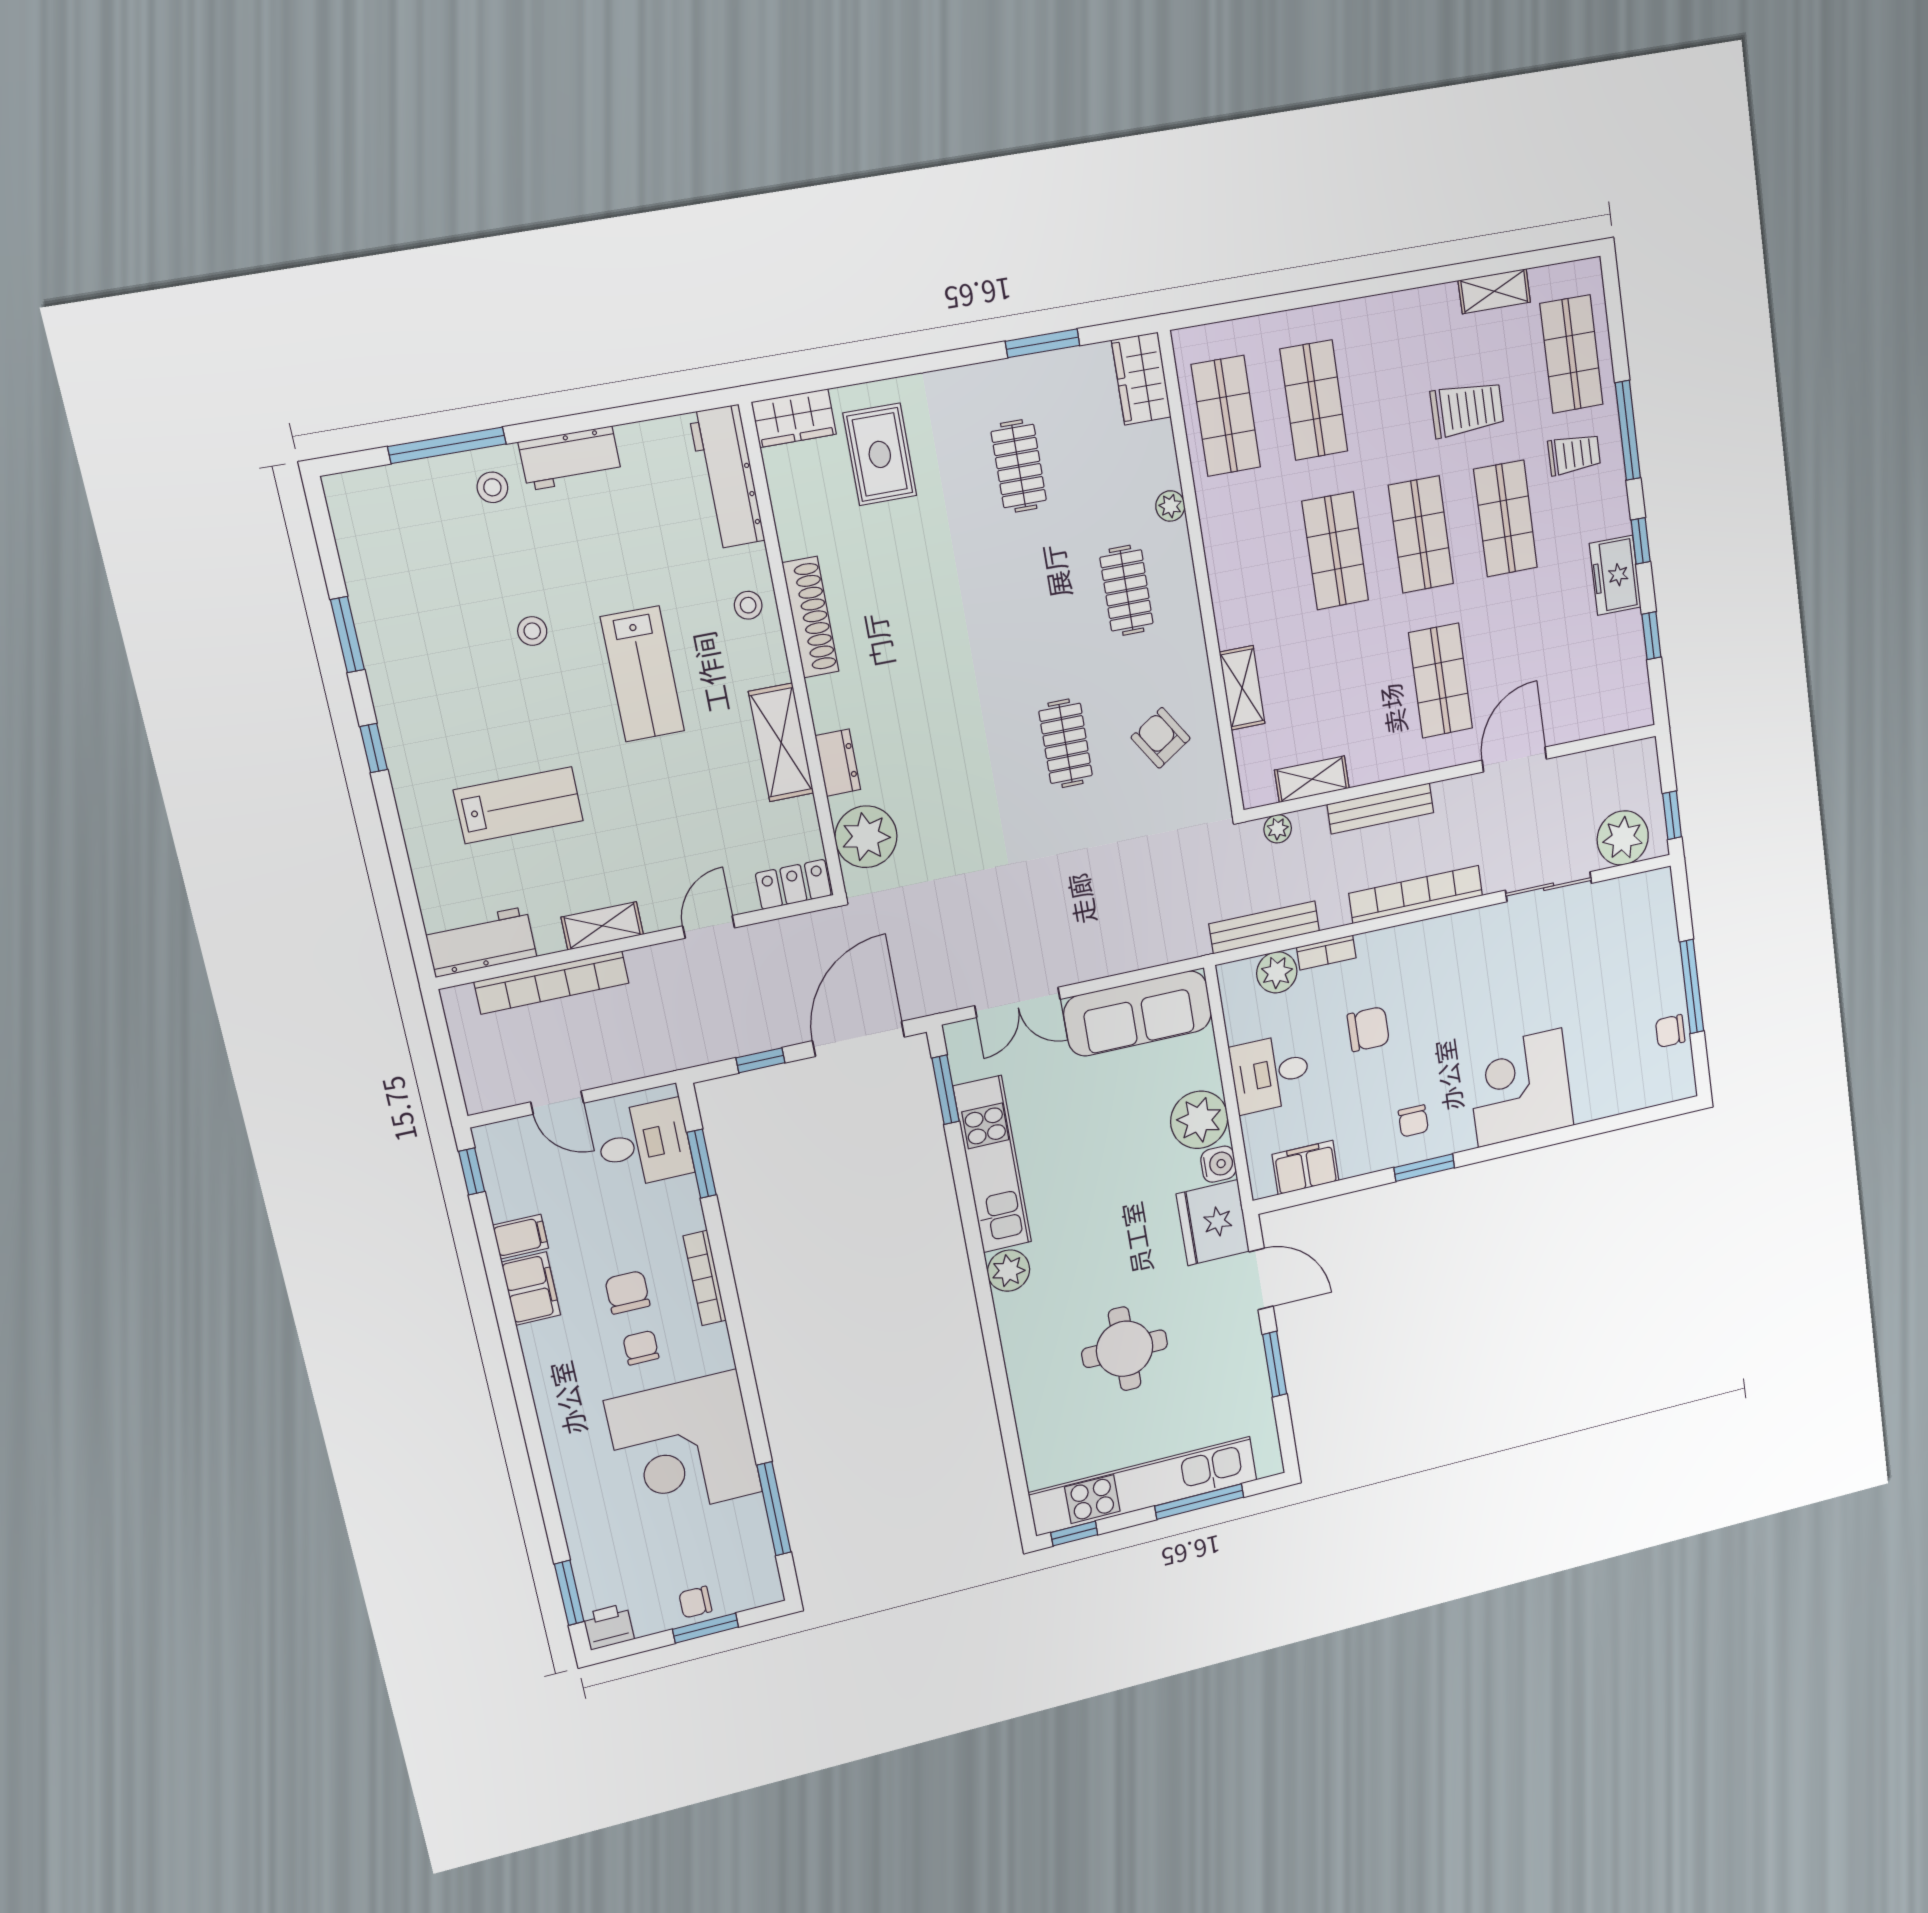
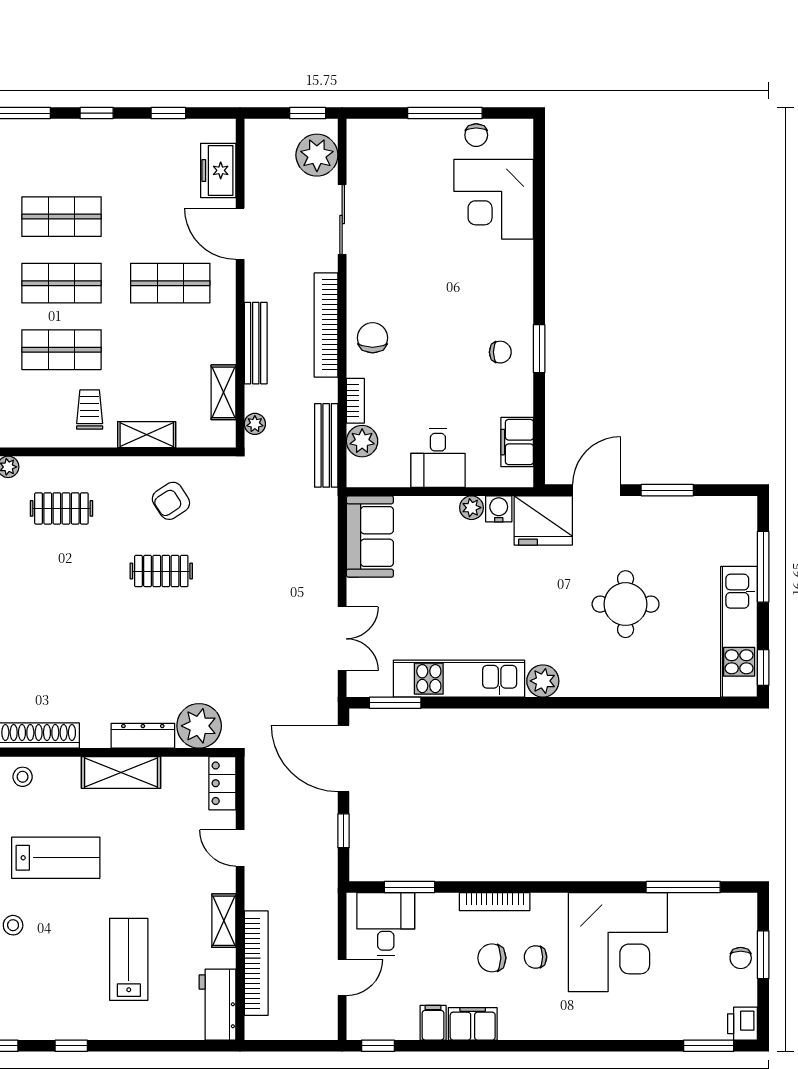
trolley: (1574, 454) -> (90, 409), moved
freezer: (1615, 575) -> (218, 170), moved, turned 90
dresser: (838, 763) -> (143, 736), width x1.44
sofa: (1138, 1013) -> (370, 536), width x0.73
chair: (1368, 1029) -> (373, 338), moved
corner desk: (1520, 1088) -> (494, 199), moved
plant: (1199, 1120) -> (472, 508), width x0.53, depth x0.53
kitchen unit: (1143, 1486) -> (739, 632), width x0.73

